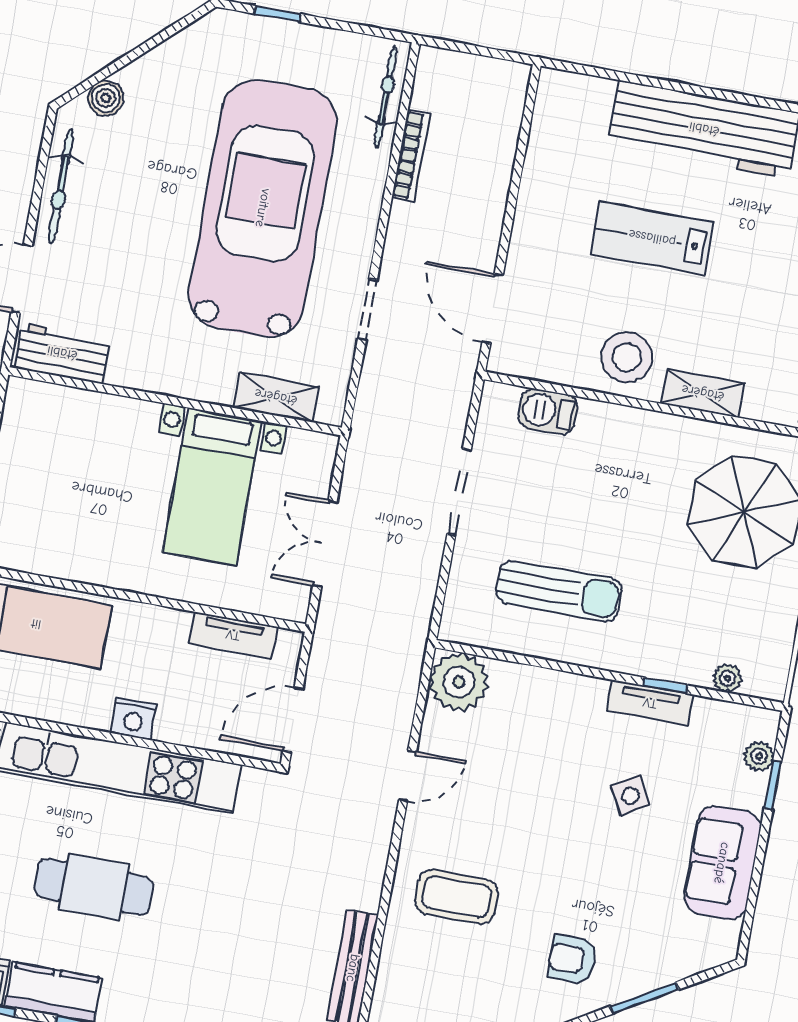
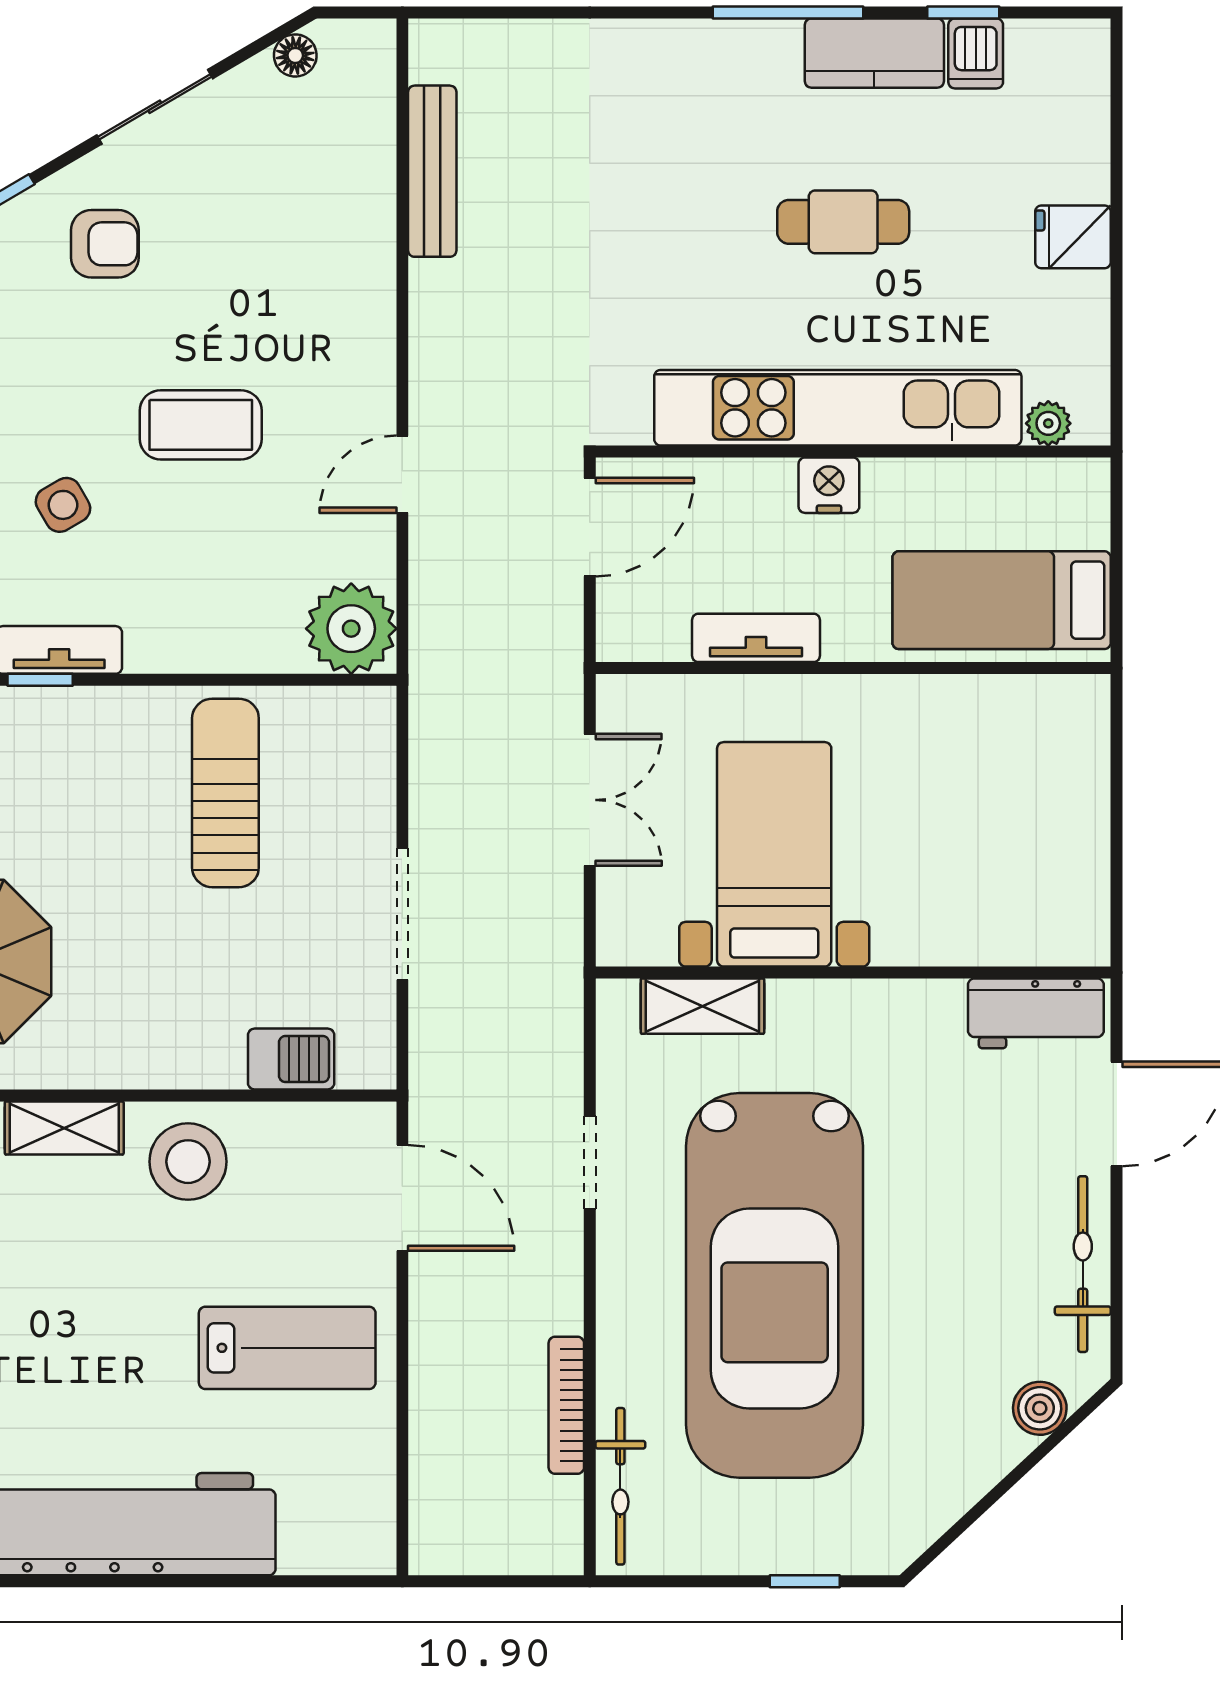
lab bench: (652, 238) -> (287, 1348), moved
sun lounger: (559, 591) -> (225, 793), turned 90
tv unit: (233, 635) -> (756, 638), moved
cafe table: (93, 887) -> (843, 222), width x0.73, depth x0.74
coffee table: (457, 897) -> (201, 425), moved

